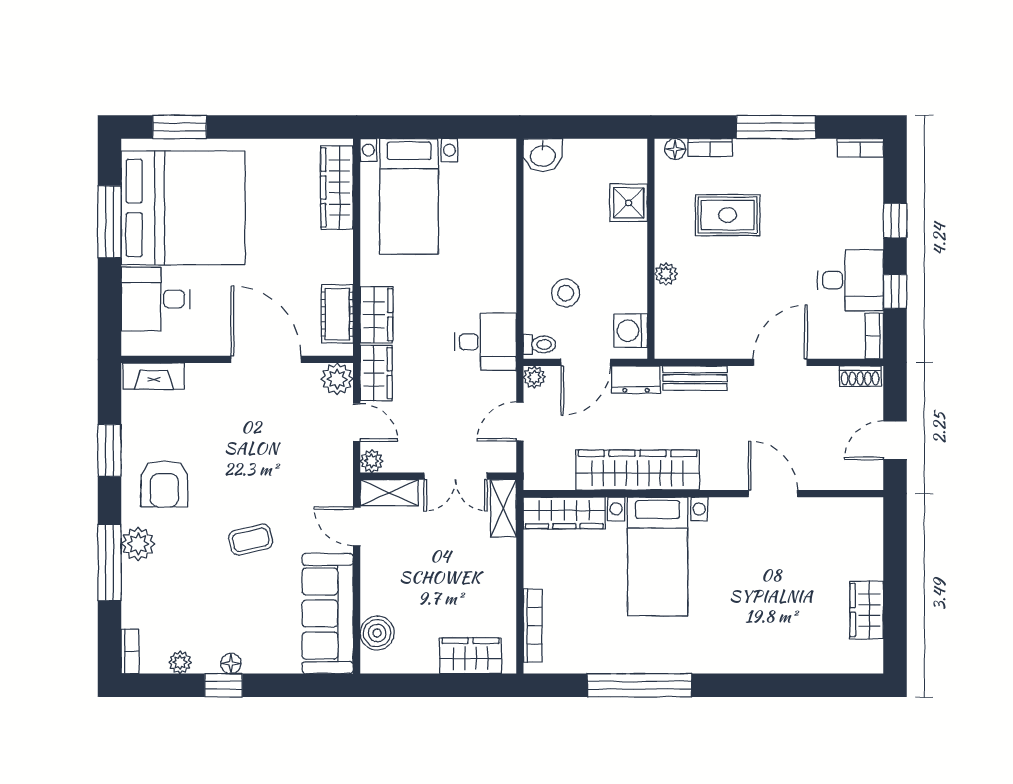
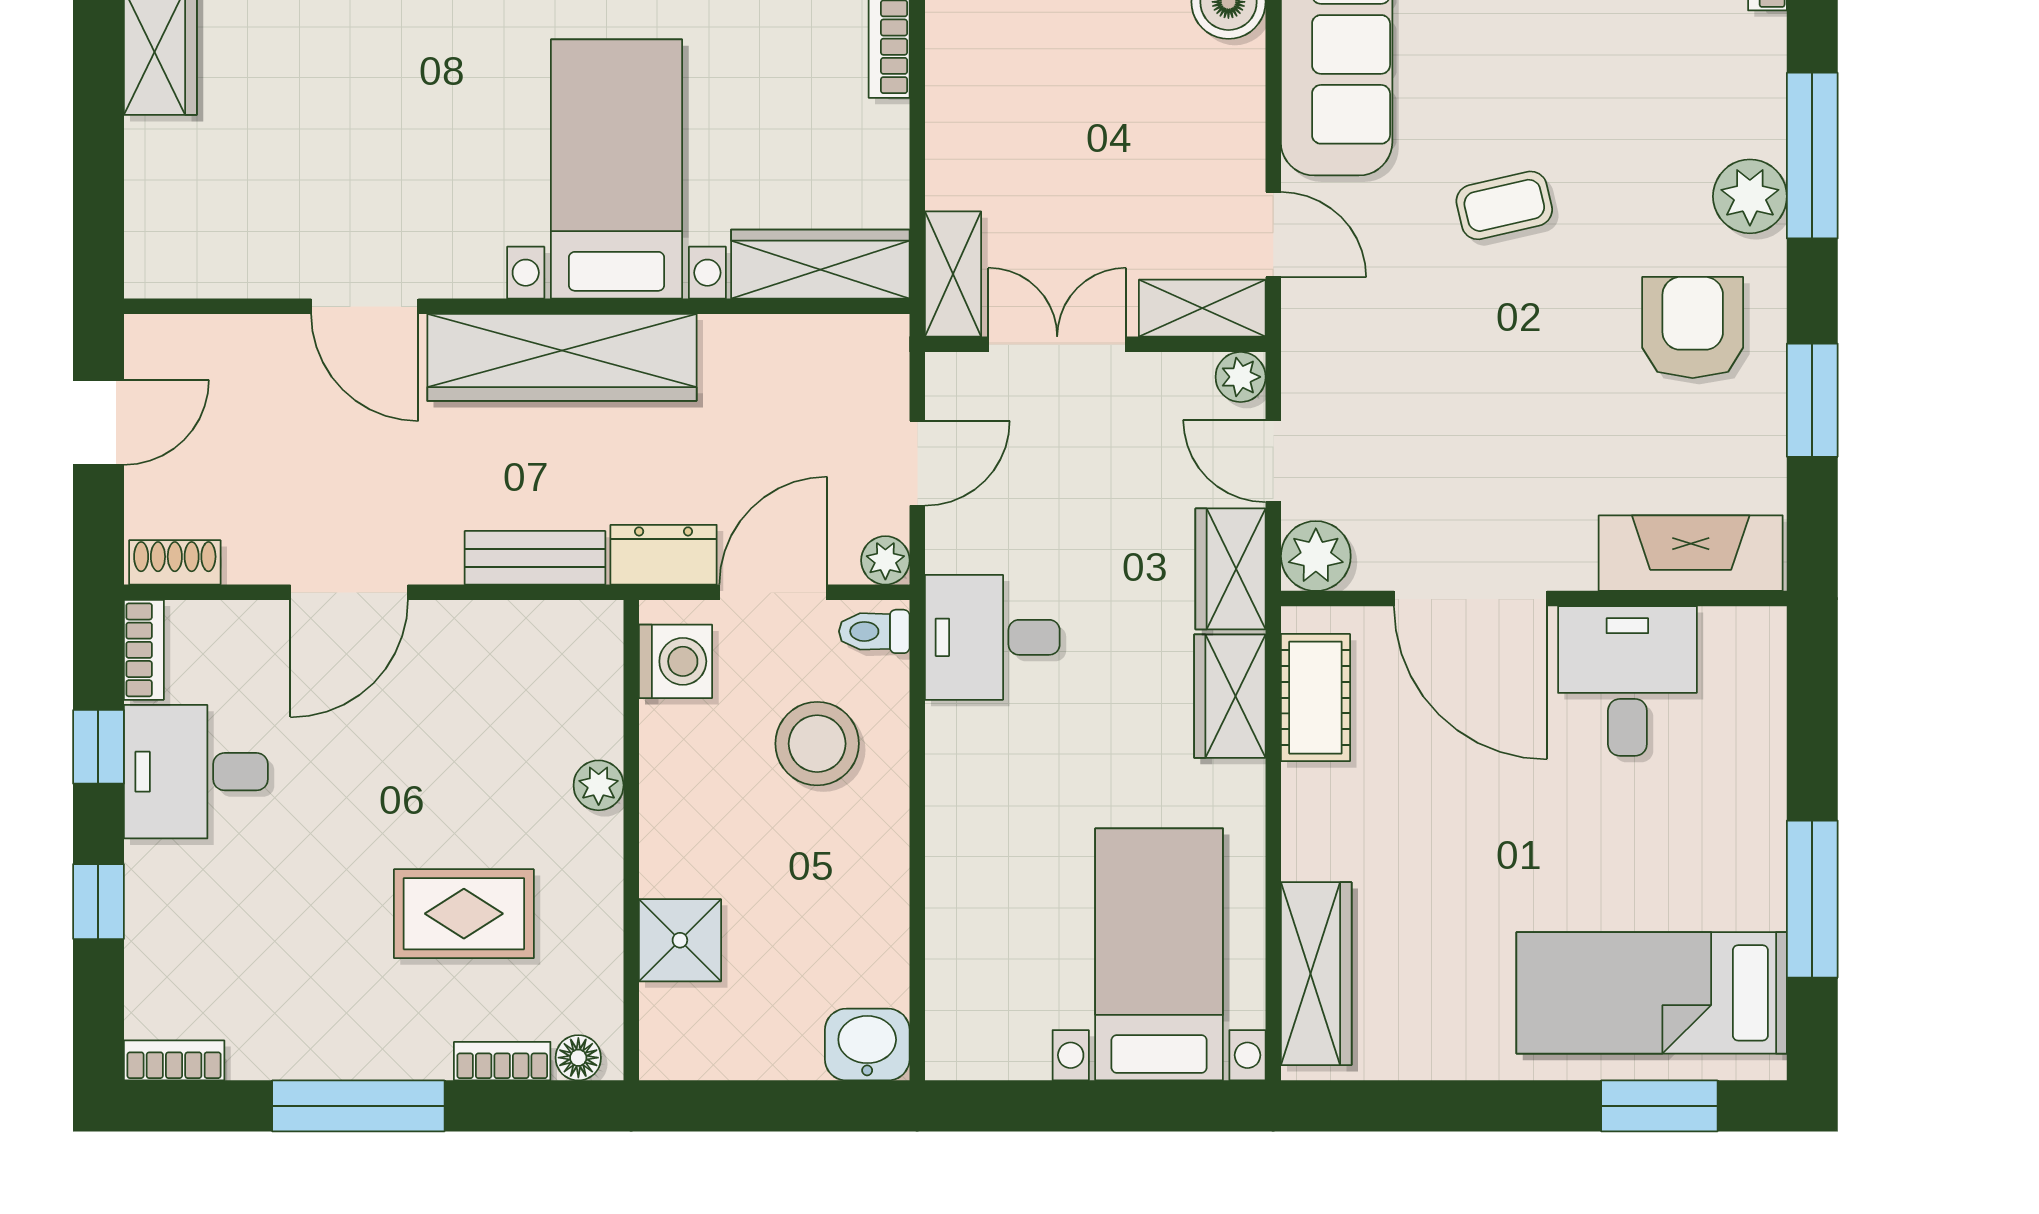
bed: (183, 208) -> (1652, 993), width x0.49
stool: (566, 293) -> (817, 744), width x1.38, depth x1.38
desk: (155, 299) -> (1627, 681), moved, turned -90
fireplace: (154, 376) -> (1691, 553), width x1.37, depth x1.32
wardrobe: (638, 470) -> (562, 357), moved

